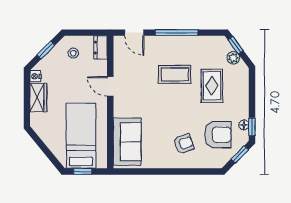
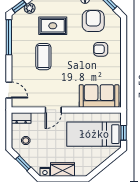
door: (134, 33) -> (9, 90), hinge flipped
window: (177, 33) -> (9, 37), moved
armchair: (184, 144) -> (101, 49), turned -71

